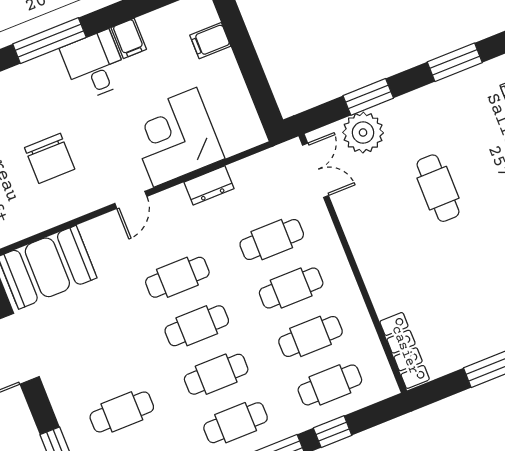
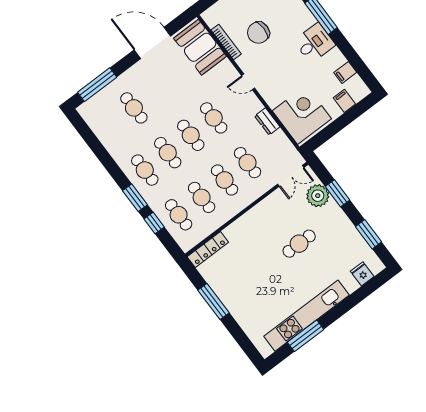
filing cabinet: (129, 38) -> (345, 72), moved
corner desk: (175, 137) -> (302, 115), moved
bookcase: (51, 219) -> (226, 42), added

